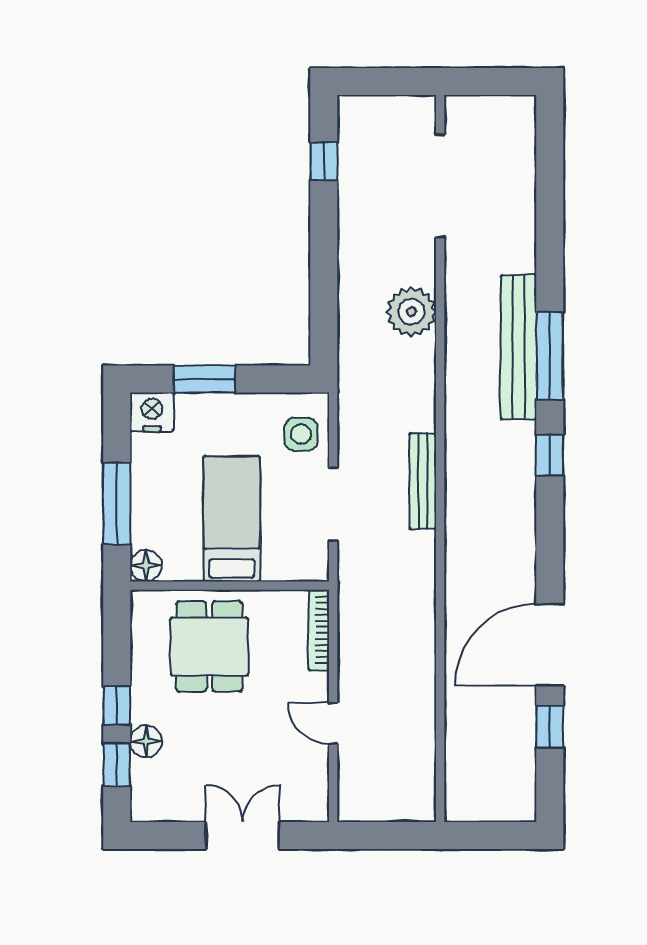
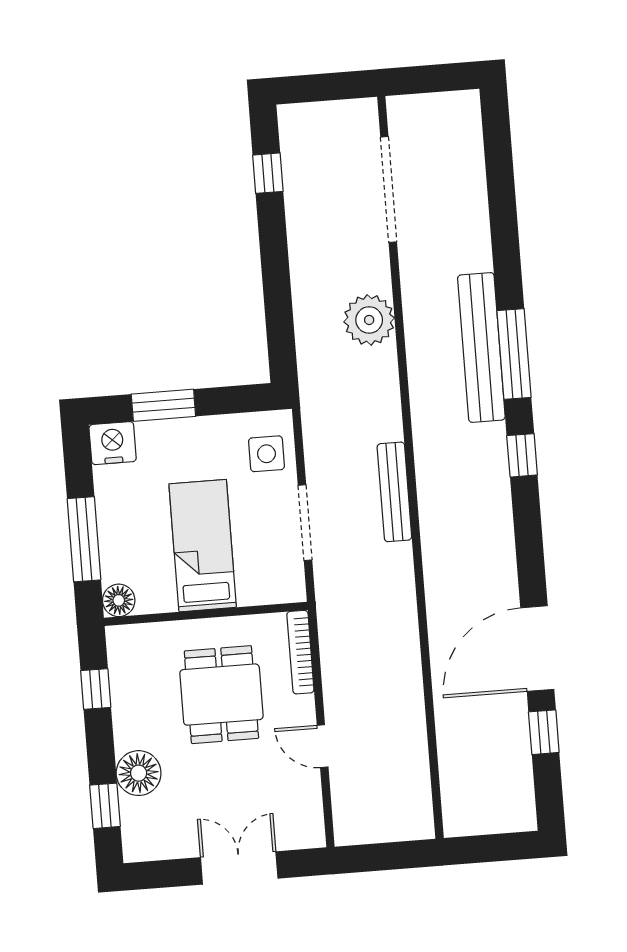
dining table: (209, 646) -> (221, 695), moved
window: (117, 705) -> (96, 689), moved
floor lamp: (146, 741) -> (139, 773), width x1.38, depth x1.38

